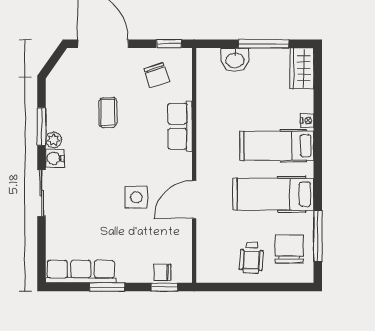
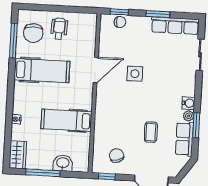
row of seats: (180, 126) -> (184, 139), moved, turned 180
hospital bed: (277, 146) -> (66, 120), moved, turned 180
sliding door: (42, 193) -> (200, 55), moved

